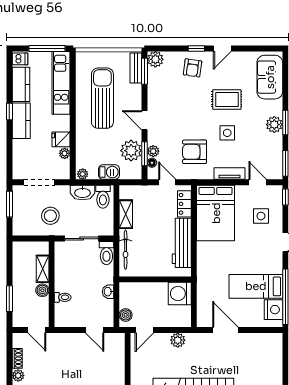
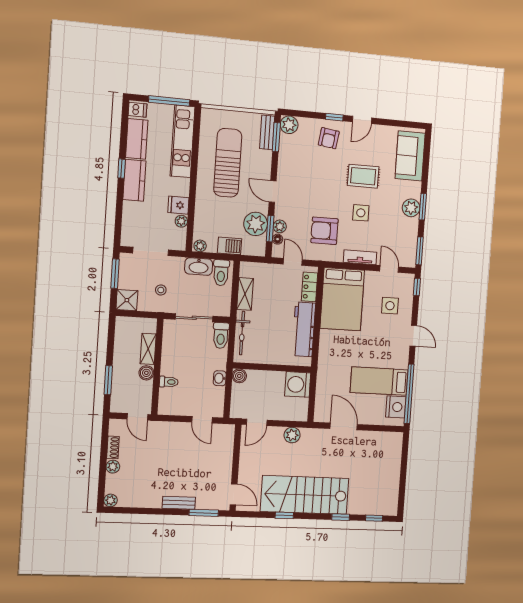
stool: (50, 216) -> (161, 290), width x0.53, depth x0.53
shower: (21, 227) -> (127, 300), added
boiler: (126, 315) -> (239, 376), moved

